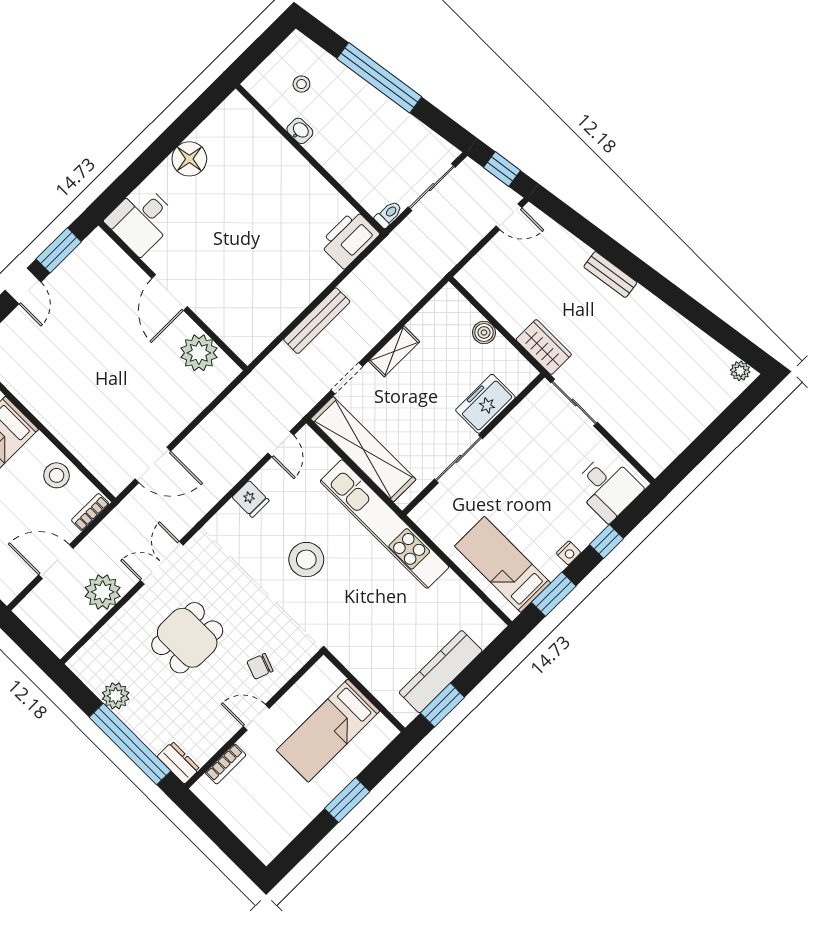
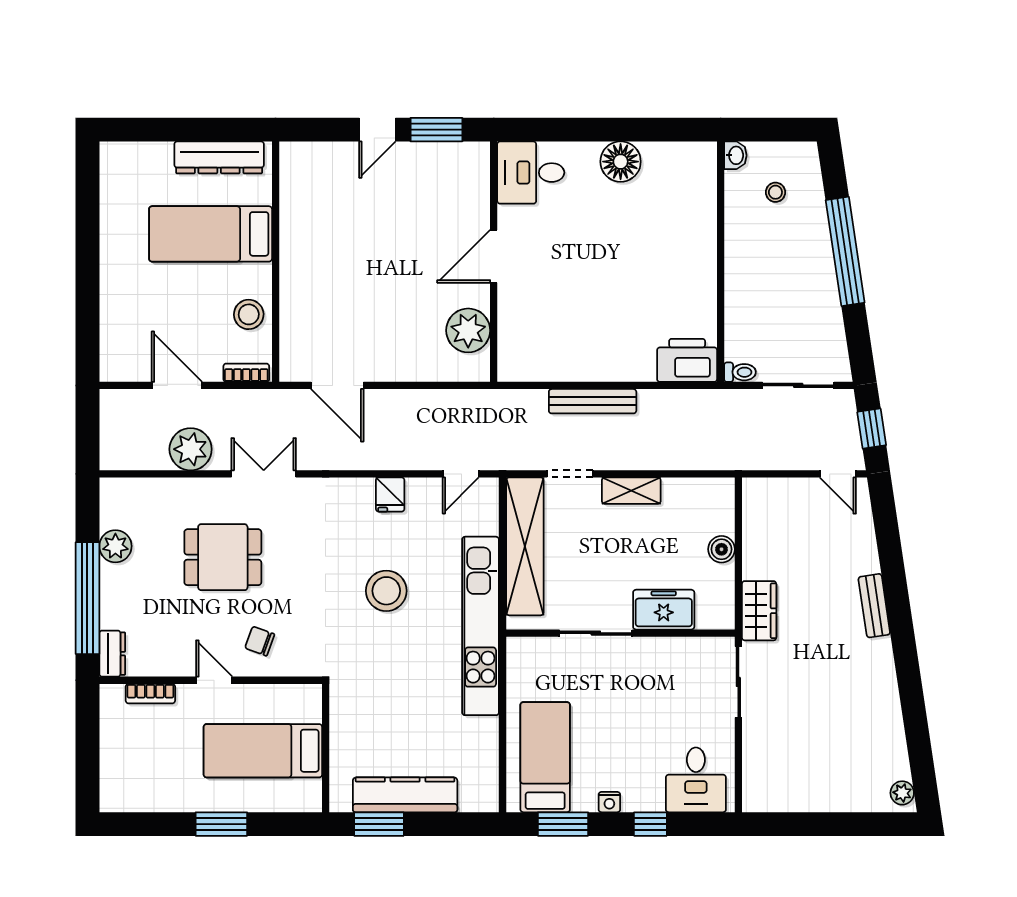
washbasin: (300, 131) -> (735, 155), moved

